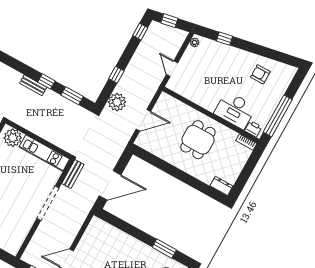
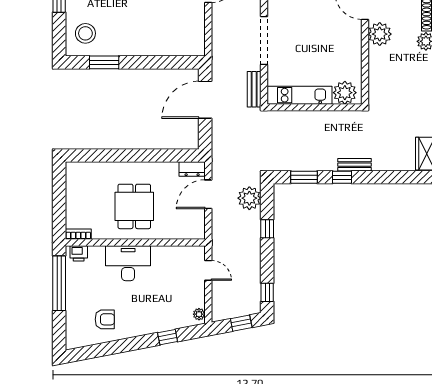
desk: (235, 110) -> (128, 263), moved
dresser: (221, 186) -> (192, 169), moved

